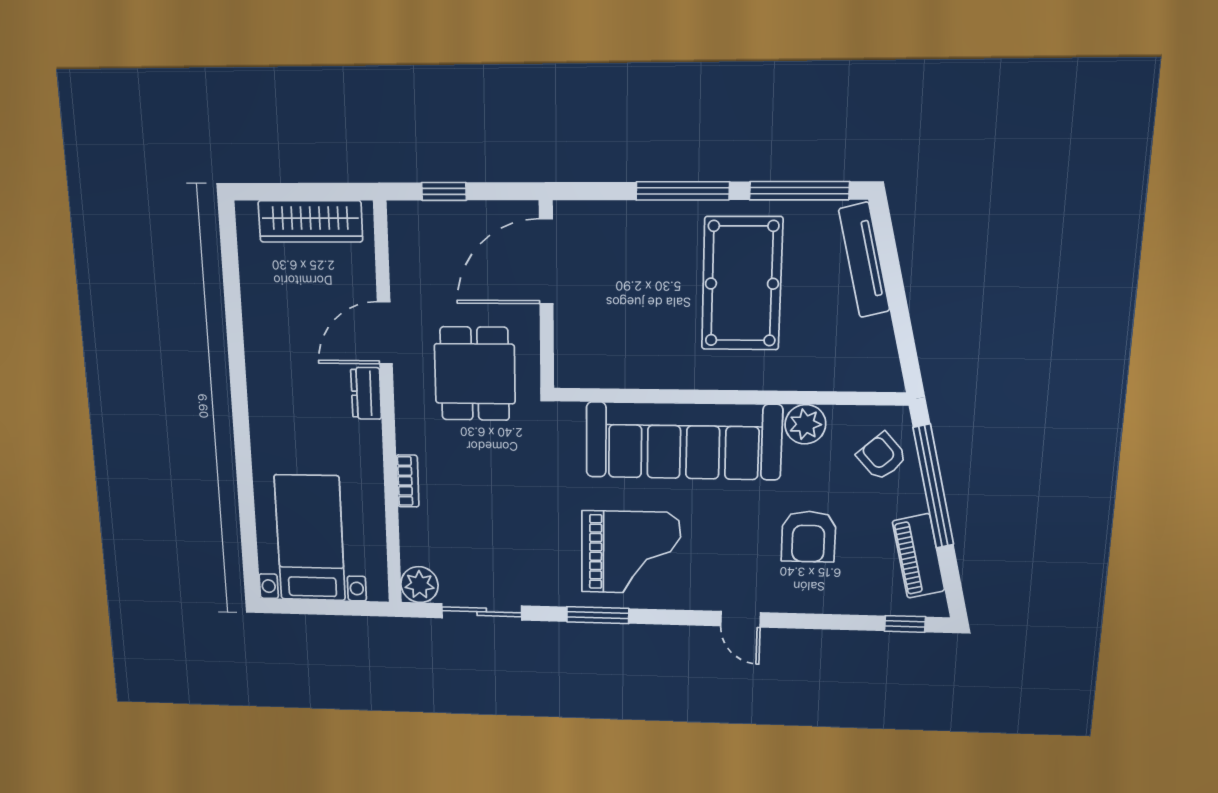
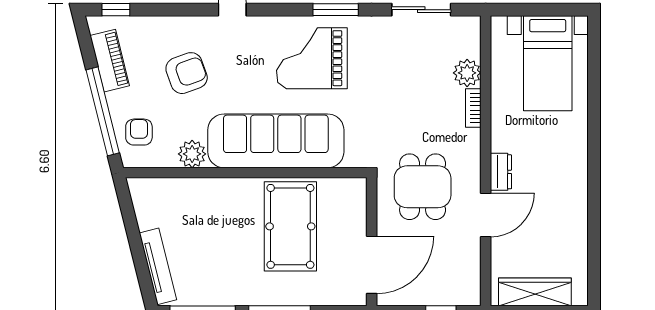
pool table: (742, 284) -> (290, 226), moved
armchair: (882, 456) -> (139, 132), turned -138
armchair: (808, 537) -> (187, 73), turned 70
plant: (419, 585) -> (467, 73), moved

